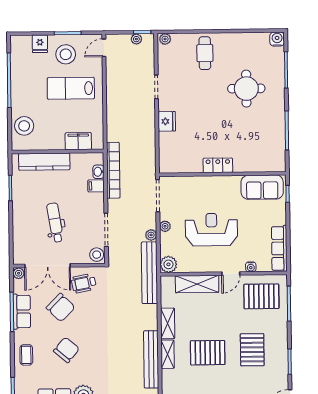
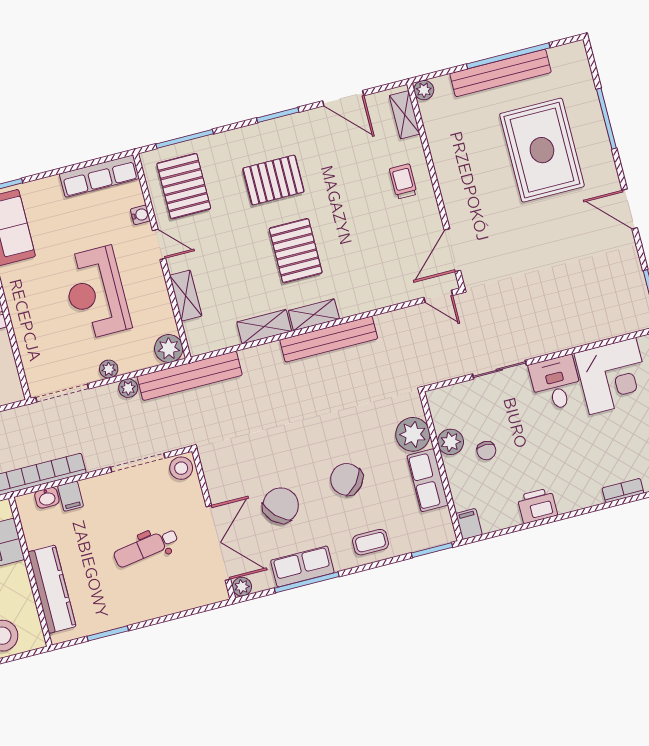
wheelchair: (84, 283) -> (232, 478), removed
shelving: (197, 284) -> (186, 296), width x0.67, depth x0.75

